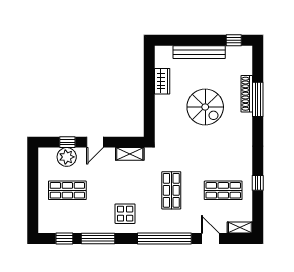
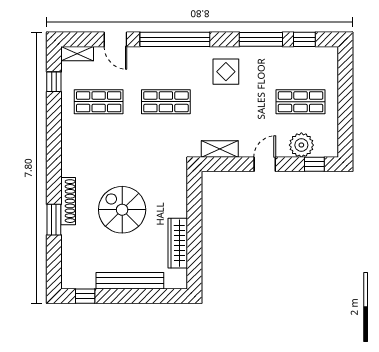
wardrobe: (162, 81) -> (178, 243), width x1.50
shoe rack: (247, 94) -> (68, 201), moved
window: (258, 99) -> (54, 220), width x0.69
window: (67, 142) -> (314, 164), moved
window: (258, 183) -> (54, 82), moved
shop shelf: (171, 190) -> (166, 102), turned 90

